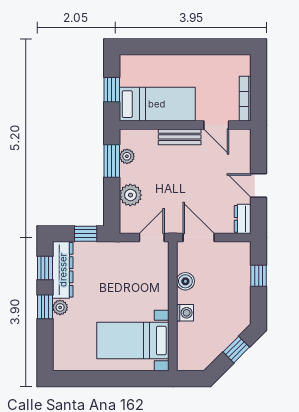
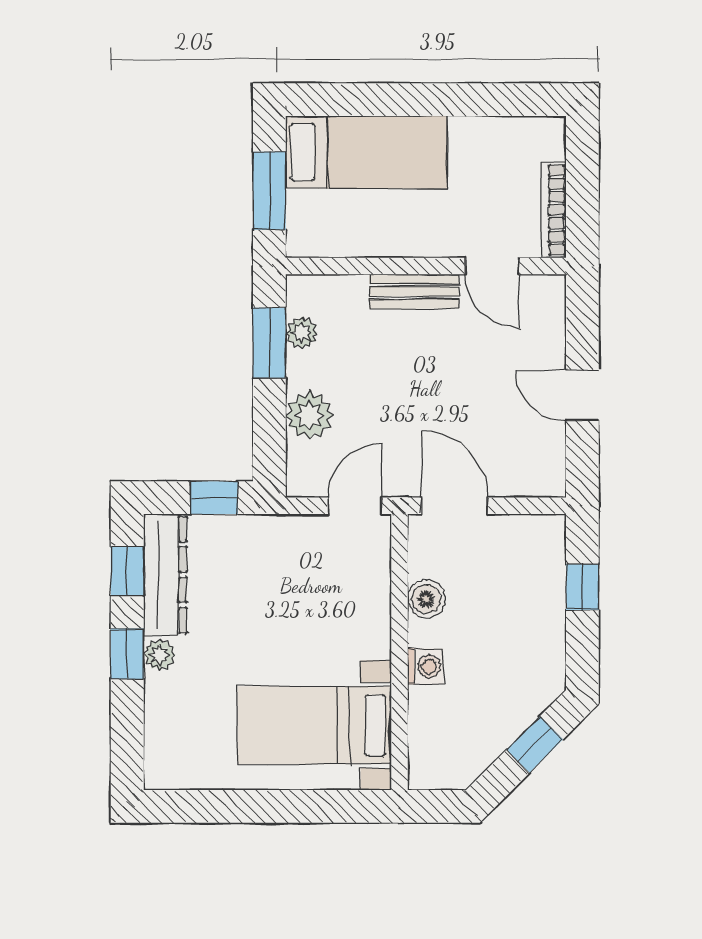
window: (112, 90) -> (269, 191), width x1.50
bed: (157, 104) -> (366, 152), moved
dresser: (243, 219) -> (548, 466), removed

